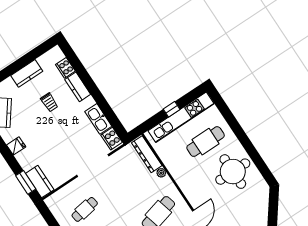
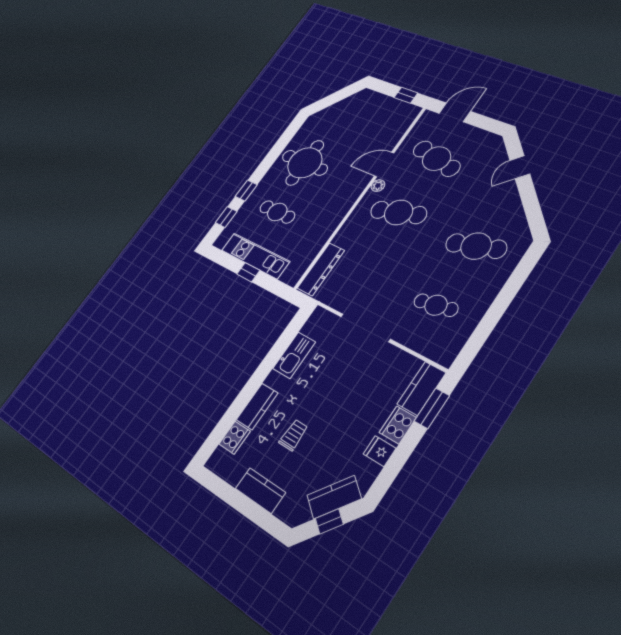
window: (223, 107) -> (226, 217), added
kitchen unit: (181, 117) -> (255, 256), width x0.73
window: (236, 127) -> (246, 190), added
cooker: (112, 139) -> (398, 425), moved, turned 180
cafe table: (206, 142) -> (277, 212), width x0.73, depth x0.74
plant: (161, 173) -> (378, 186), moved

